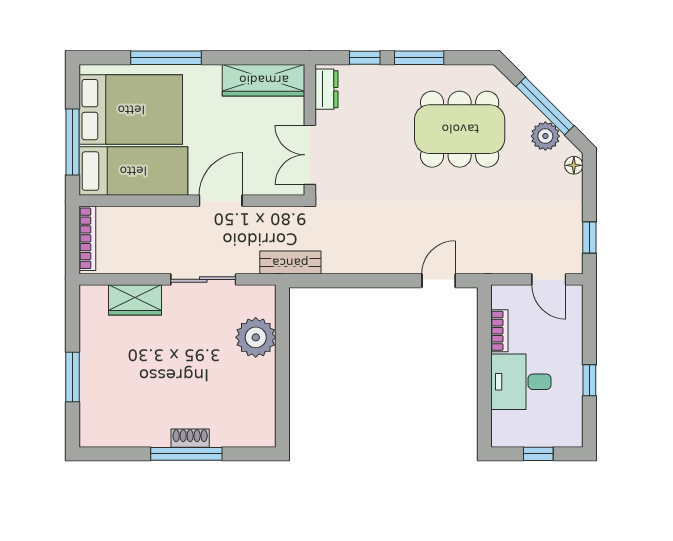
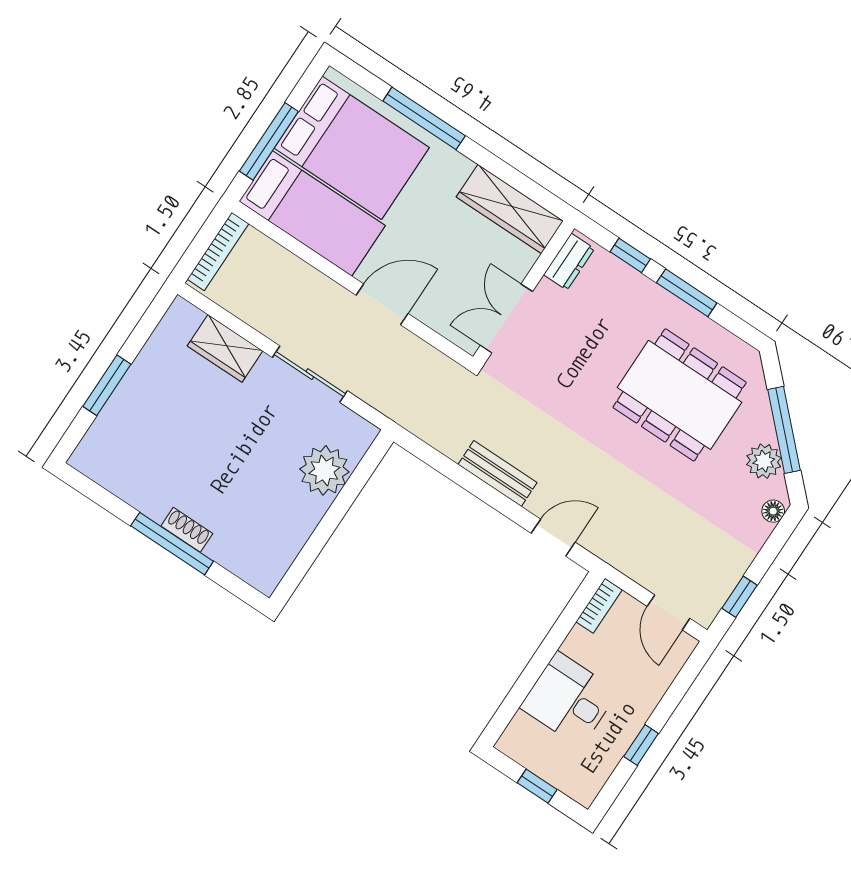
bench: (290, 263) -> (498, 473), moved
bookcase: (499, 331) -> (599, 606), moved

